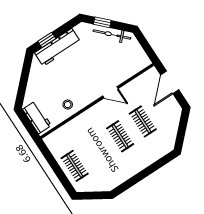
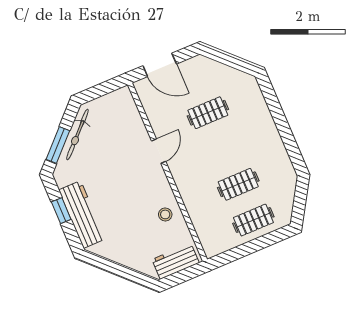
window: (102, 22) -> (58, 145), width x1.50
window: (47, 40) -> (61, 211), moved
clothes rail: (120, 136) -> (238, 184), moved

